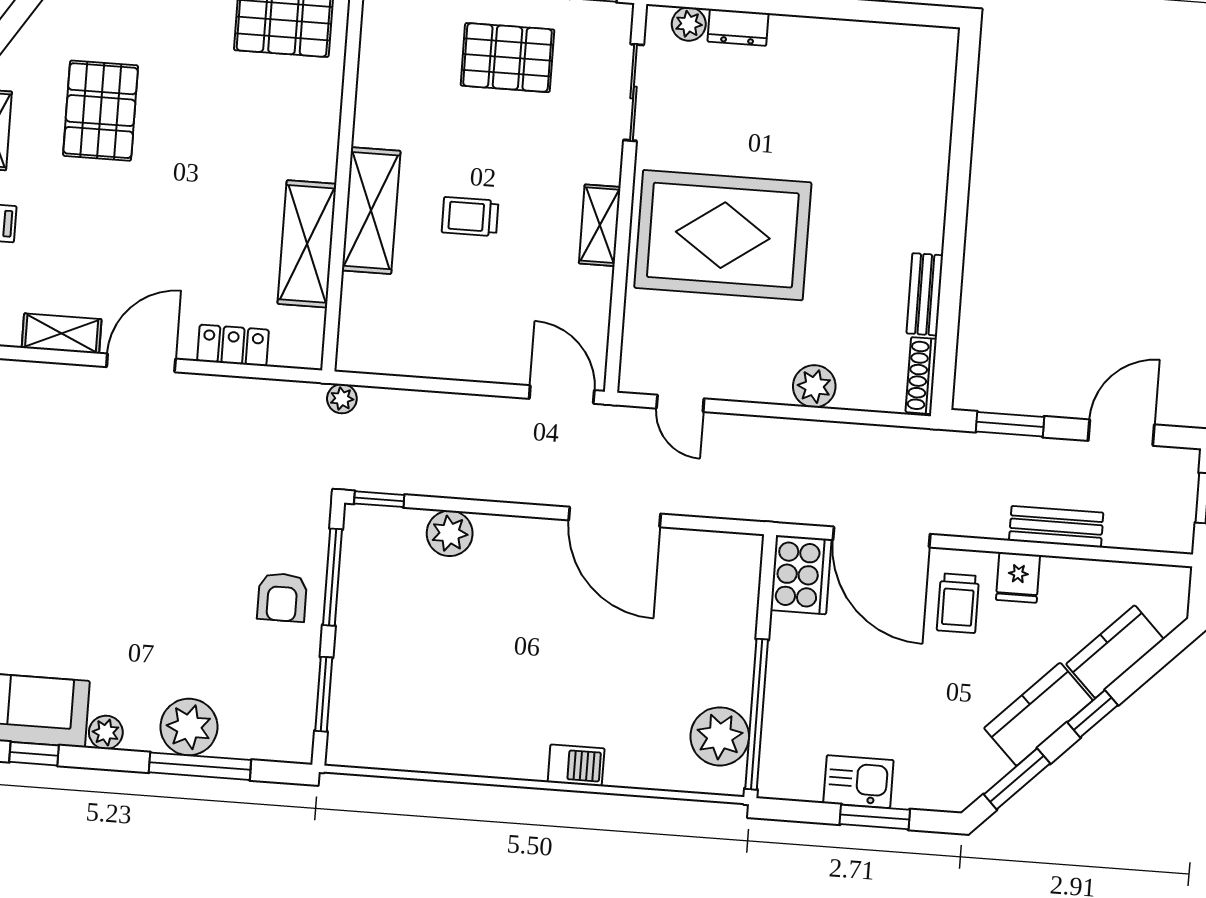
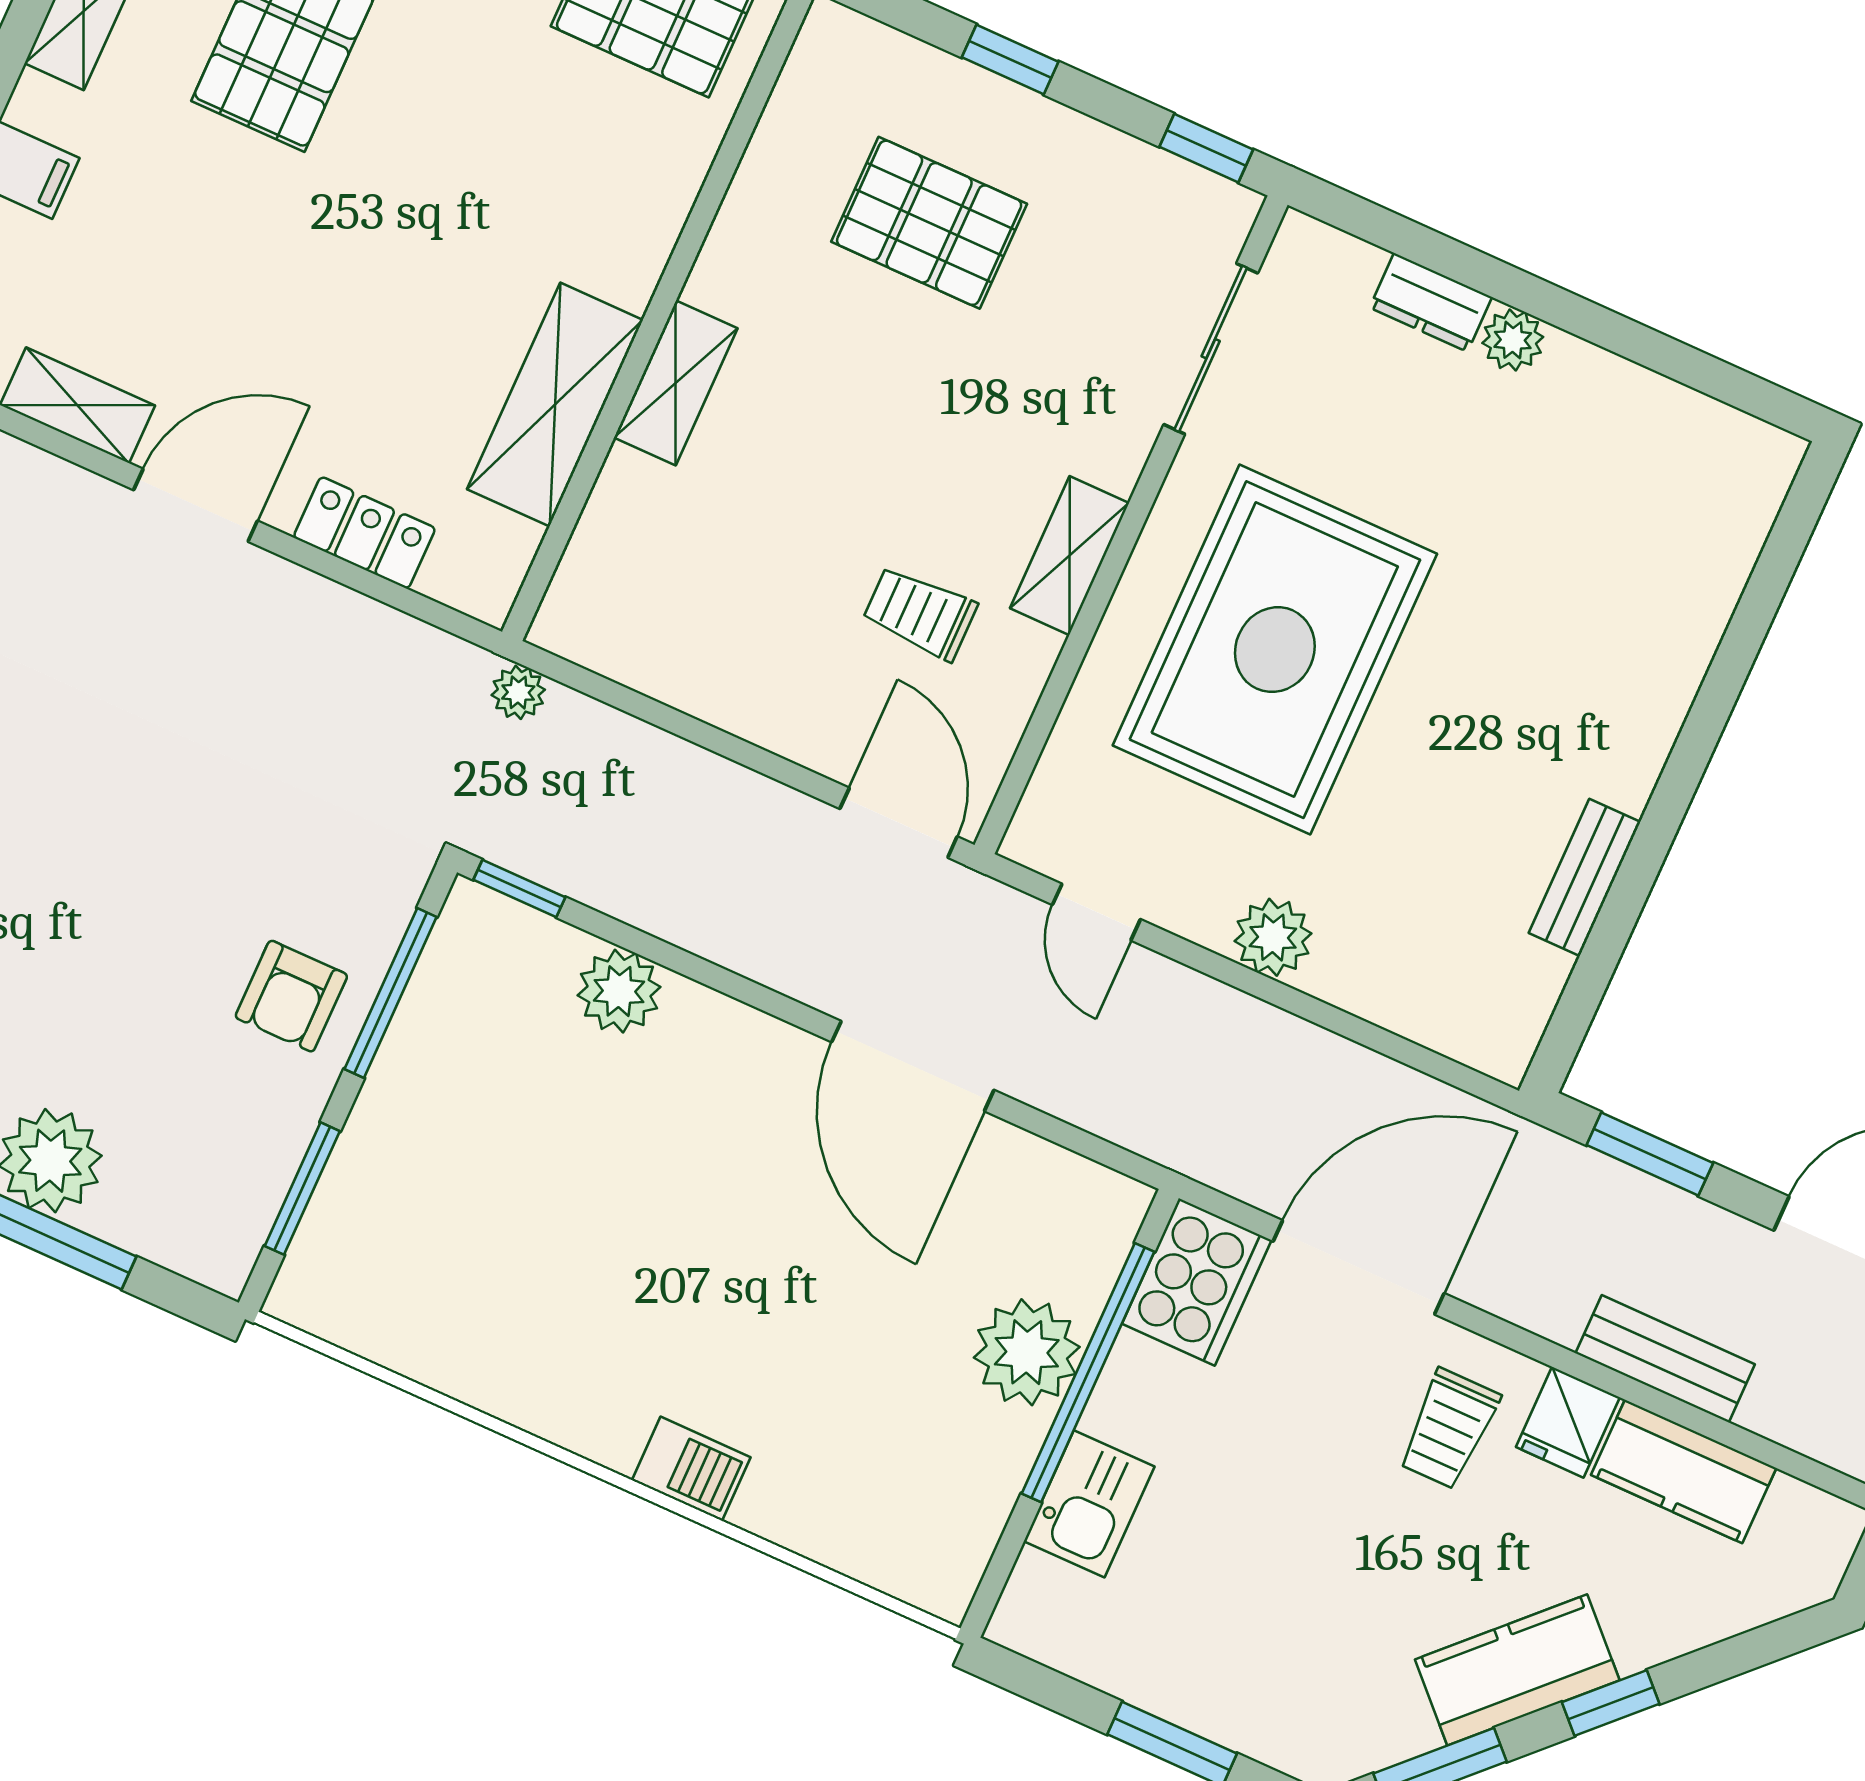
plant: (689, 24) -> (1513, 340), moved
pallet: (507, 58) -> (929, 223), moved
shelving: (371, 211) -> (676, 383), width x0.67, depth x0.75
trolley: (470, 217) -> (920, 613), moved
rug: (723, 235) -> (1275, 650), turned 90
shoe rack: (921, 376) -> (1528, 1015), removed
plant: (814, 386) -> (1273, 937), moved
door: (881, 537) -> (1359, 1267), swing flipped
kitchen counter: (1115, 652) -> (1684, 1471), moved, turned -135
window: (757, 714) -> (1088, 1373), moved
plant: (720, 736) -> (1027, 1352), moved
kitchen sink: (858, 782) -> (1089, 1504), moved, turned 90

